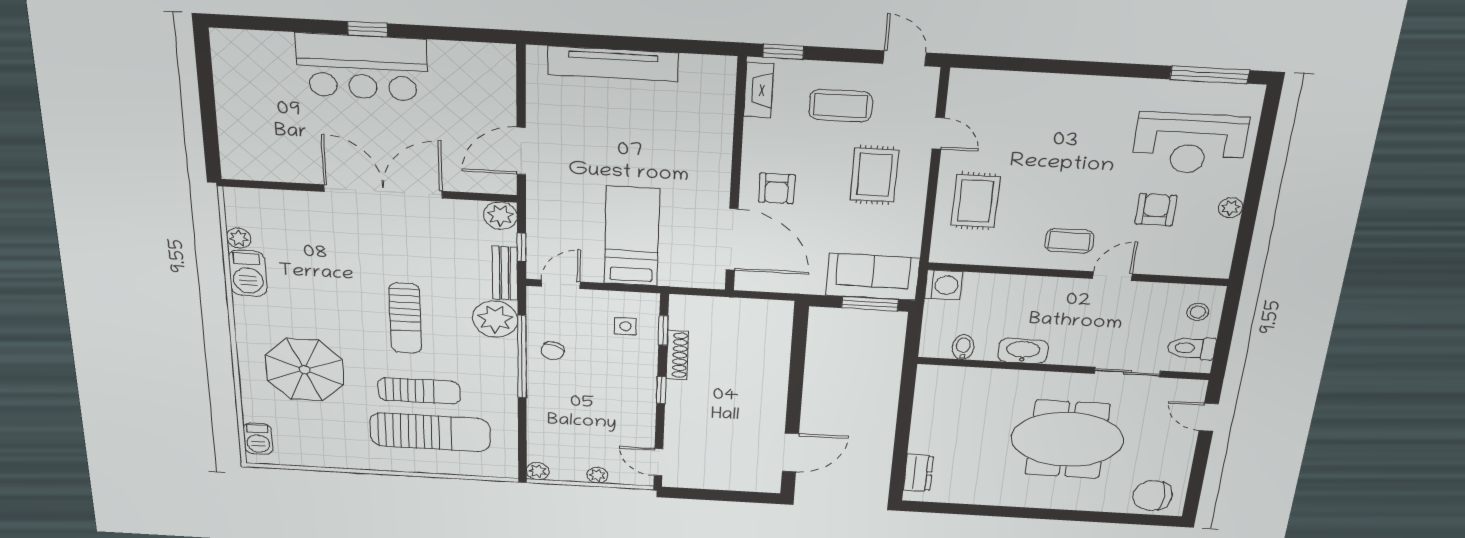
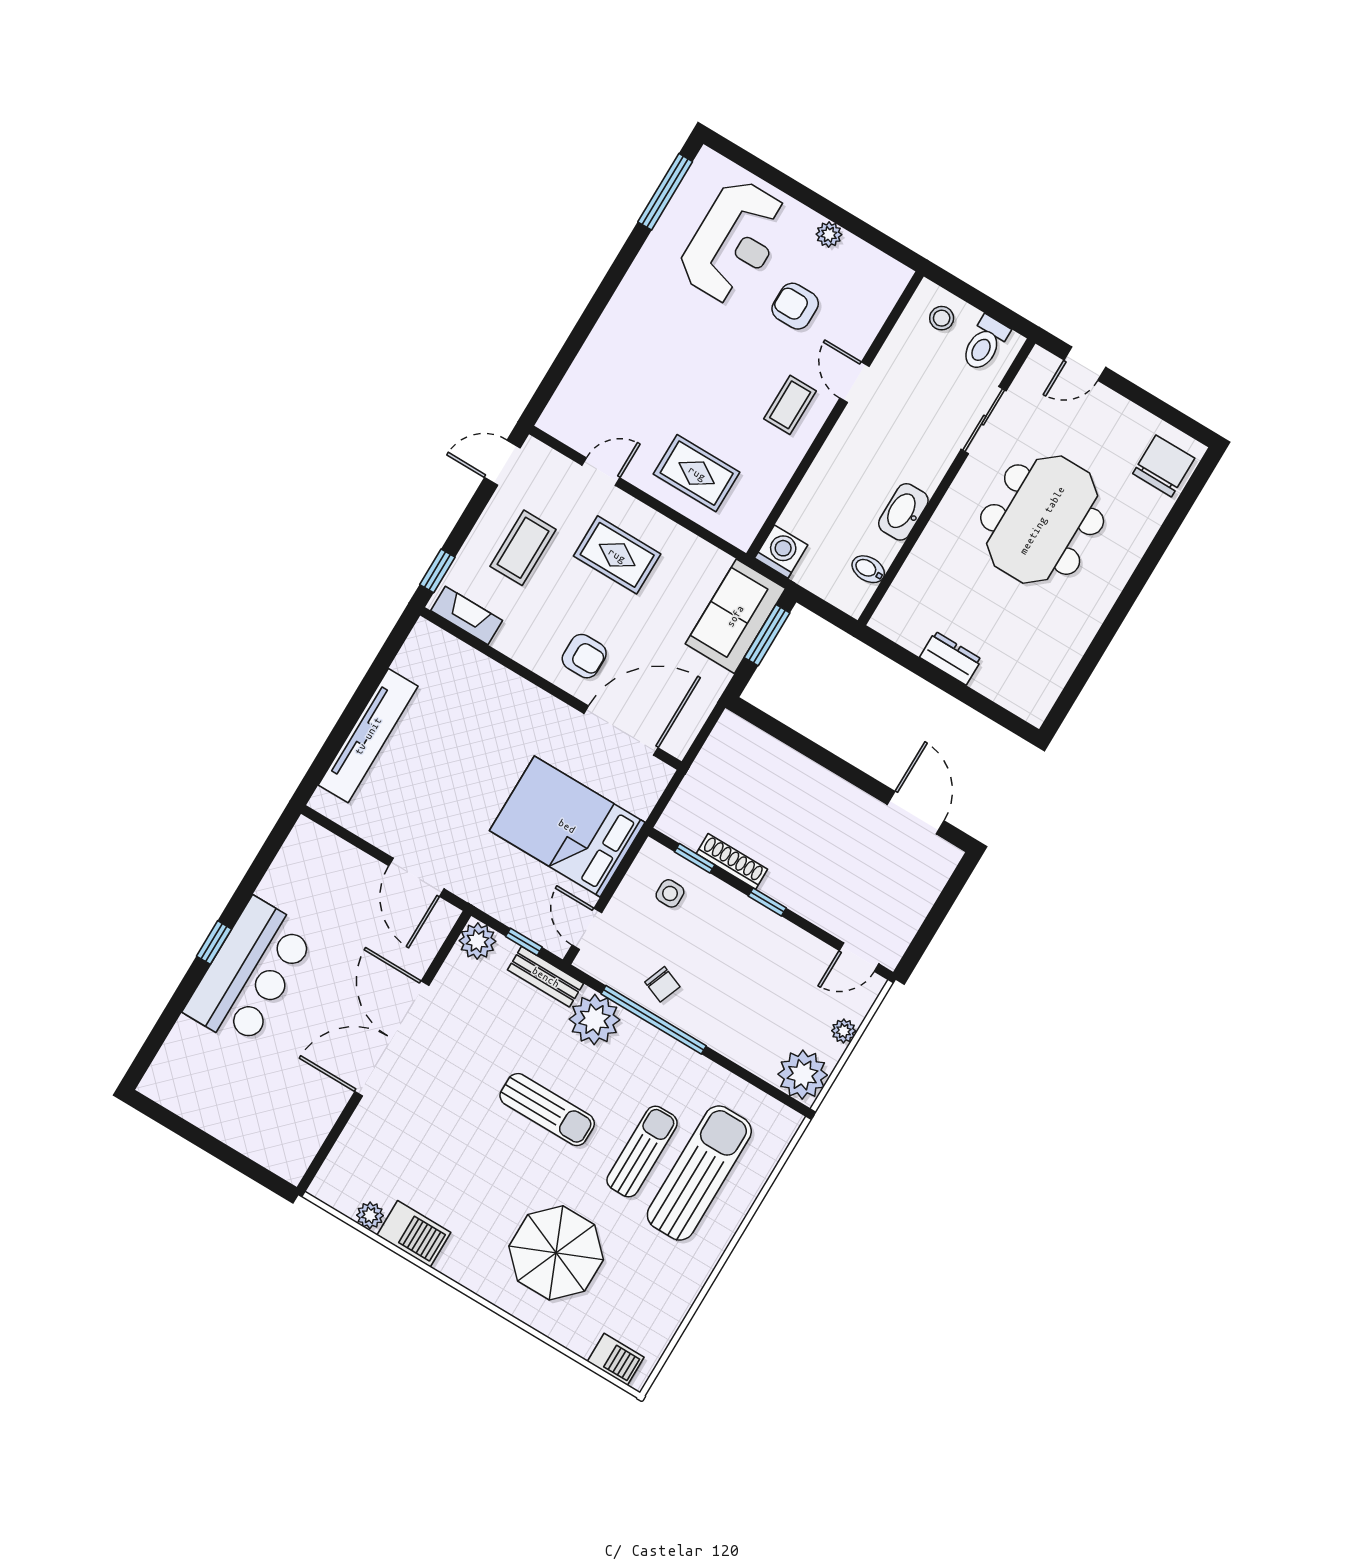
bed: (632, 236) -> (567, 826), width x1.50
plant: (538, 471) -> (803, 1075), width x1.88, depth x1.88
dresser: (918, 473) -> (951, 658), moved
chair: (1152, 496) -> (1164, 466), turned 180

